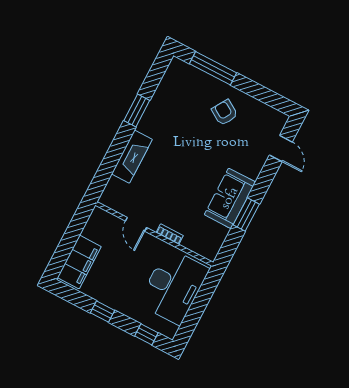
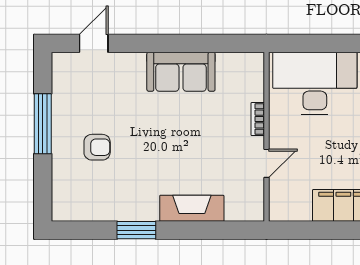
window: (213, 68) -> (43, 124), moved
armchair: (225, 113) -> (97, 147), moved, turned -122
window: (246, 215) -> (190, 43), removed

